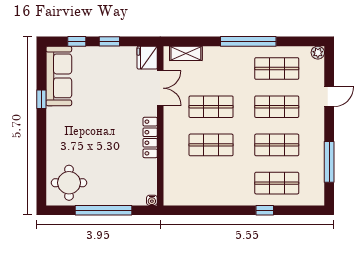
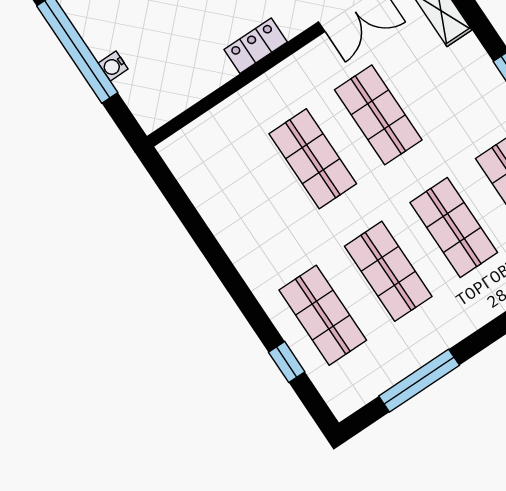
locker: (150, 137) -> (256, 46), width x0.66
water cooler: (152, 200) -> (113, 66), moved
window: (265, 210) -> (287, 362), moved

